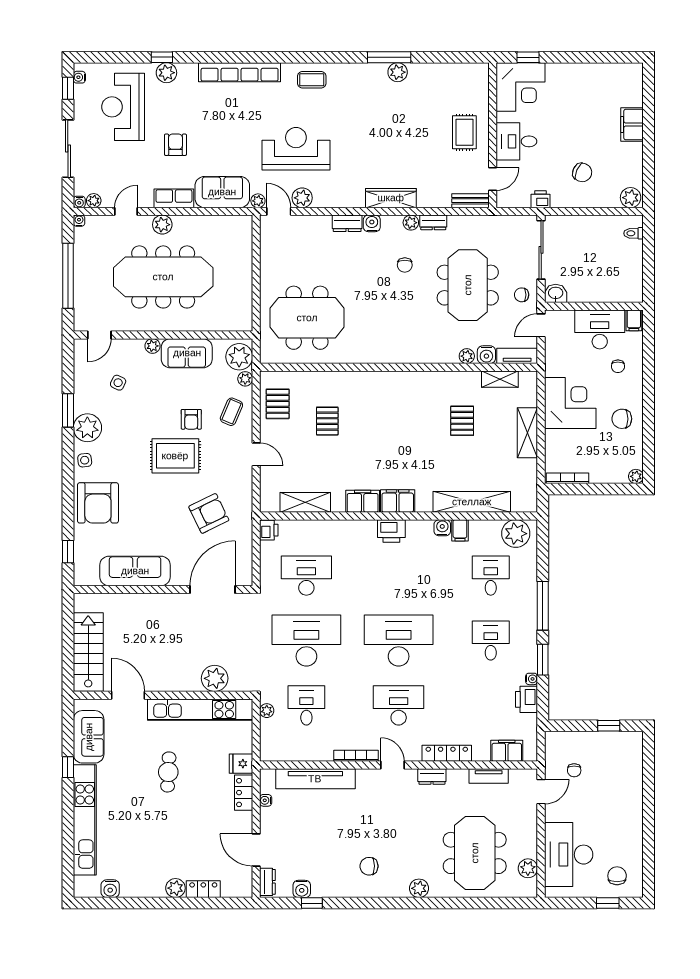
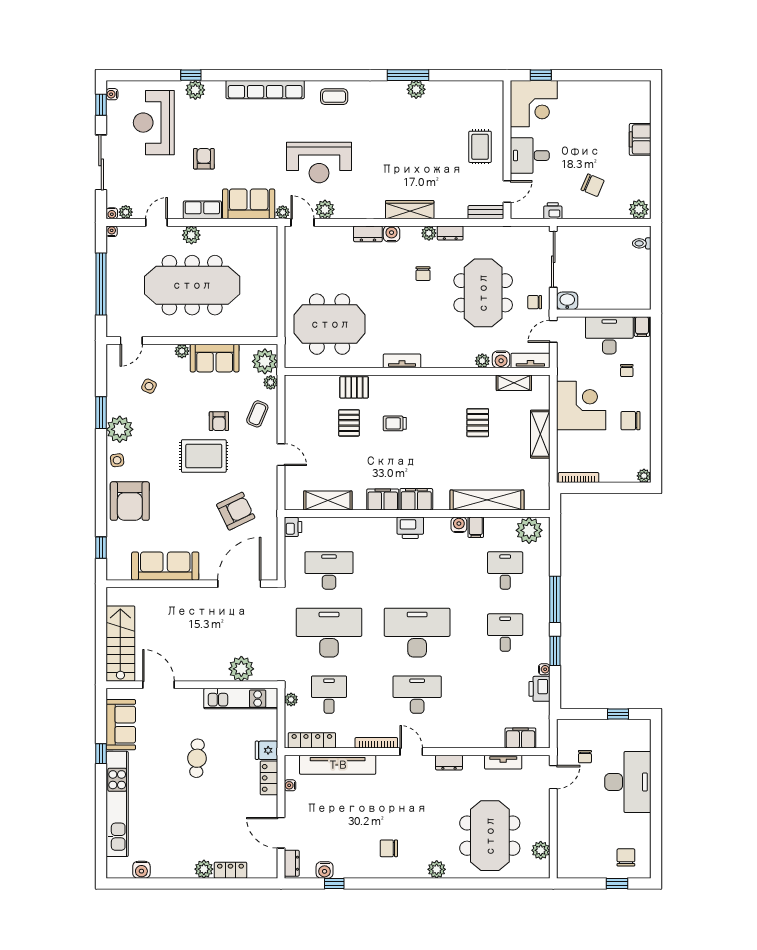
reception desk: (296, 149) -> (319, 163), turned 180
tv unit: (383, 356) -> (402, 361), added
pallet: (278, 404) -> (354, 387), moved, turned 90
trolley: (375, 422) -> (395, 423), added
kitchen unit: (200, 710) -> (241, 699), width x0.73
locker: (447, 753) -> (312, 740), moved
desk: (569, 855) -> (628, 782), moved, turned 180

